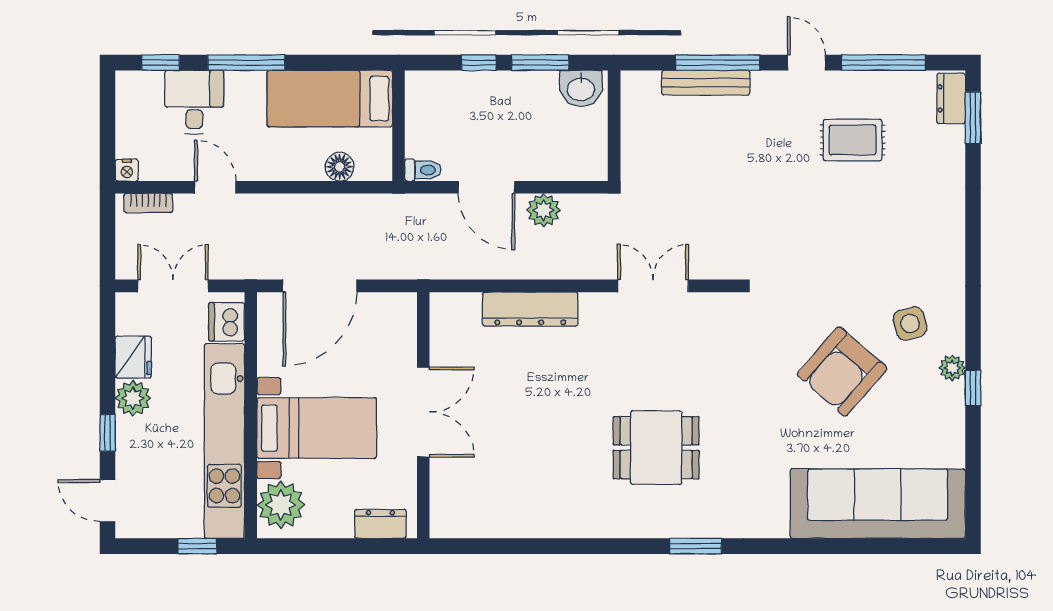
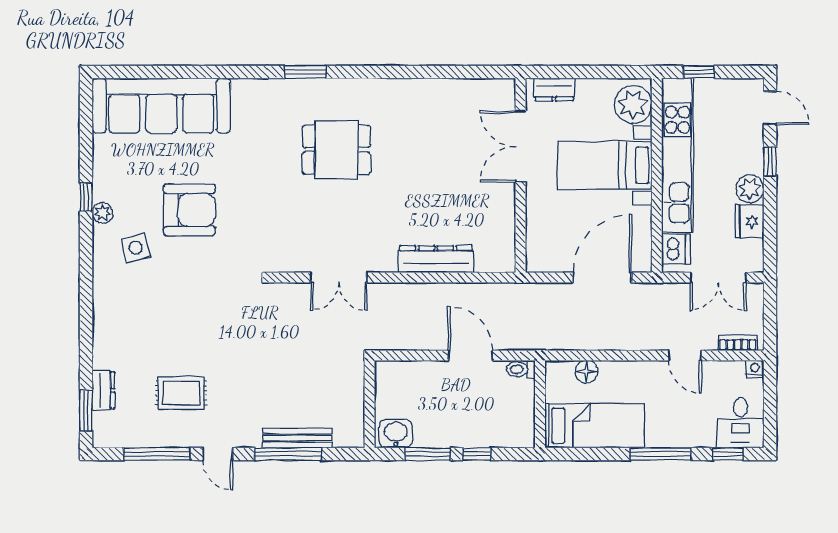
dresser: (951, 98) -> (103, 390), moved
desk: (194, 102) -> (741, 423), moved
plant: (544, 210) -> (425, 337), removed
armchair: (842, 371) -> (189, 210), turned 49
double door: (423, 412) -> (520, 146), moved

